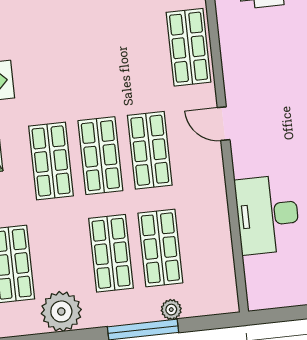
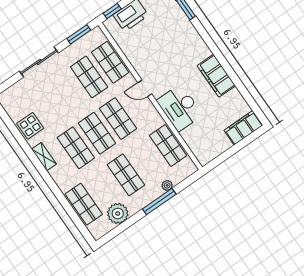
shop shelf: (139, 53) -> (89, 77), added
desk: (267, 215) -> (180, 108), moved
shop shelf: (160, 248) -> (168, 146), moved

